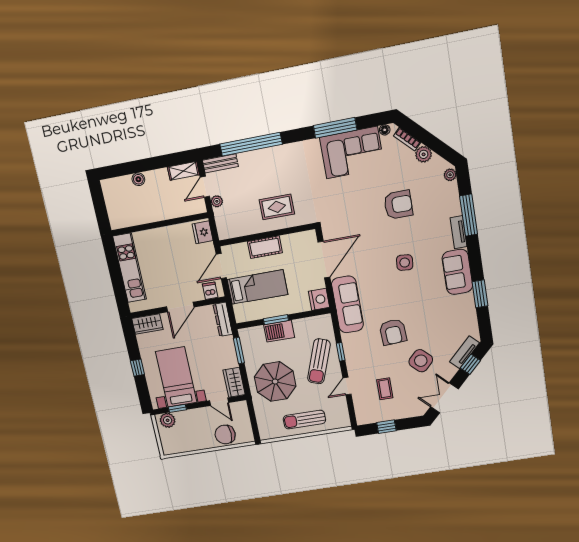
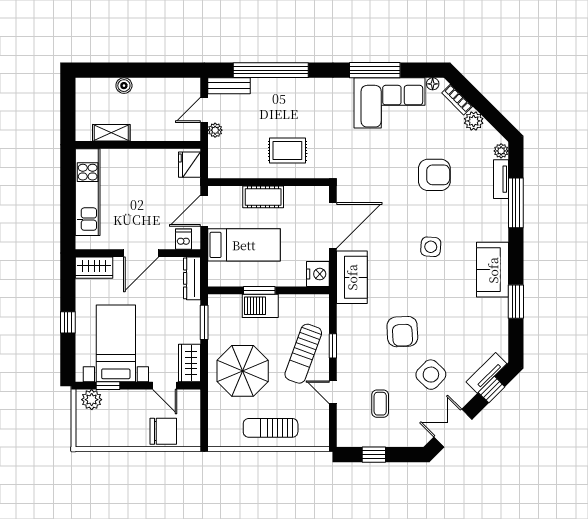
shelving: (183, 171) -> (111, 133), moved
tv unit: (458, 232) -> (501, 179), moved
sofa: (347, 305) -> (352, 277), width x0.73
door: (347, 386) -> (333, 392), hinge flipped
chair: (225, 434) -> (163, 431), turned 180

